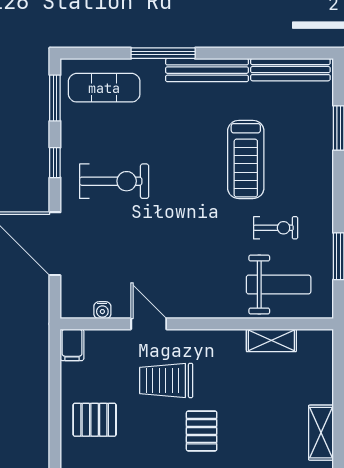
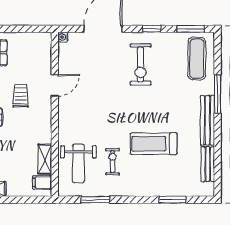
bench: (290, 70) -> (208, 164), width x0.73
exercise bike: (276, 228) -> (113, 162), turned 180
water cooler: (102, 310) -> (63, 37), moved
filing cabinet: (72, 345) -> (42, 183), moved
trolley: (166, 380) -> (21, 96), width x0.73, depth x0.72

